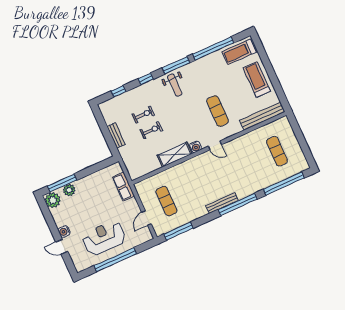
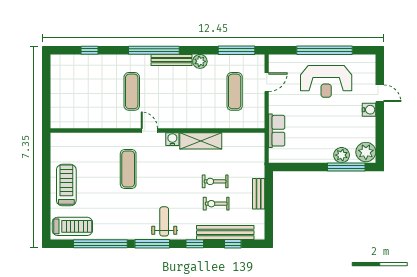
treadmill: (257, 80) -> (66, 185), turned 180
bench: (262, 116) -> (225, 233), moved
exercise mat: (277, 151) -> (132, 91), moved
window: (284, 184) -> (90, 50), width x0.32
plant: (201, 211) -> (200, 61), added

